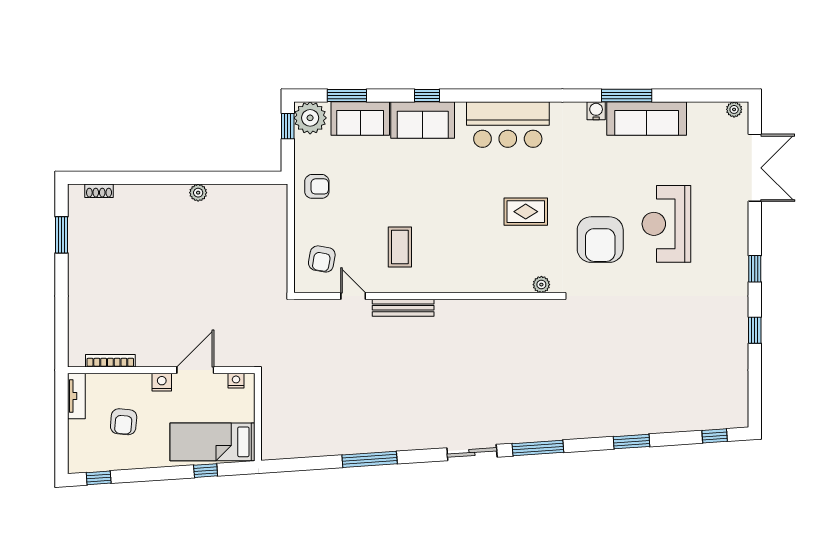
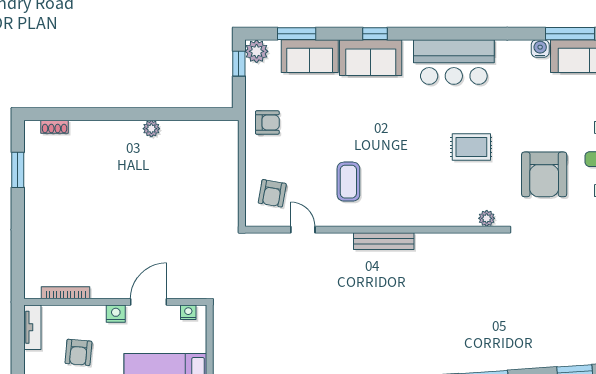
plant: (310, 118) -> (257, 51), width x0.73, depth x0.73
bench: (403, 308) -> (384, 241), moved

